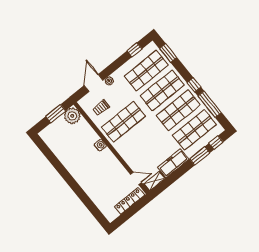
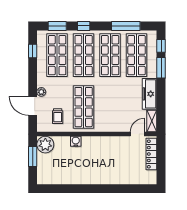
window: (194, 85) -> (84, 26), moved
water cooler: (100, 145) -> (76, 141), moved

